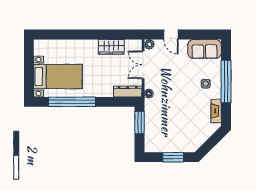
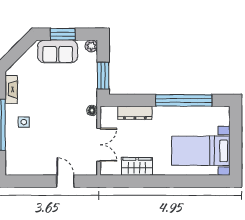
plant: (149, 44) -> (91, 46), moved
sofa: (205, 49) -> (58, 51), moved, turned 180
bed with nightstands: (58, 77) -> (201, 151), moved
dresser: (128, 91) -> (135, 113), moved

